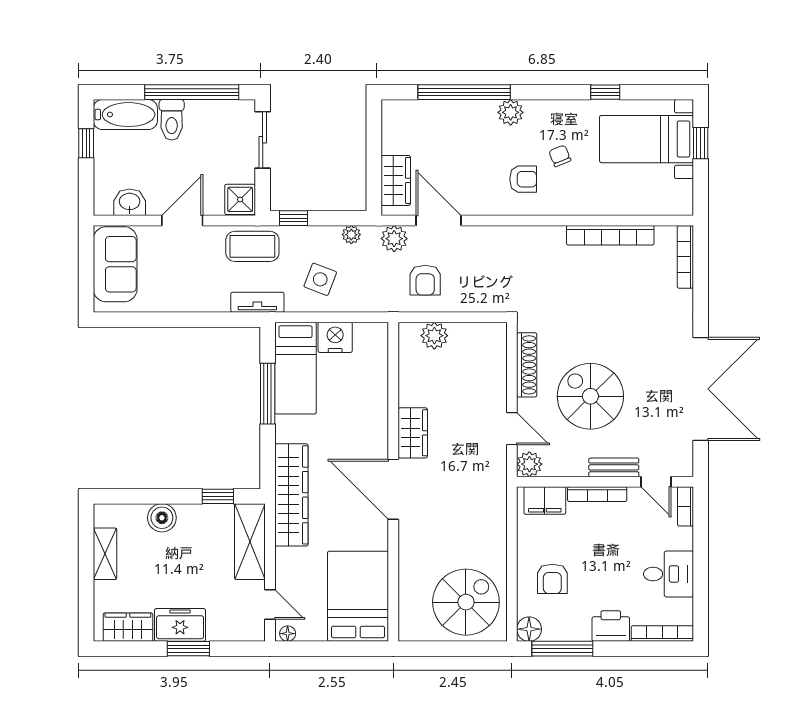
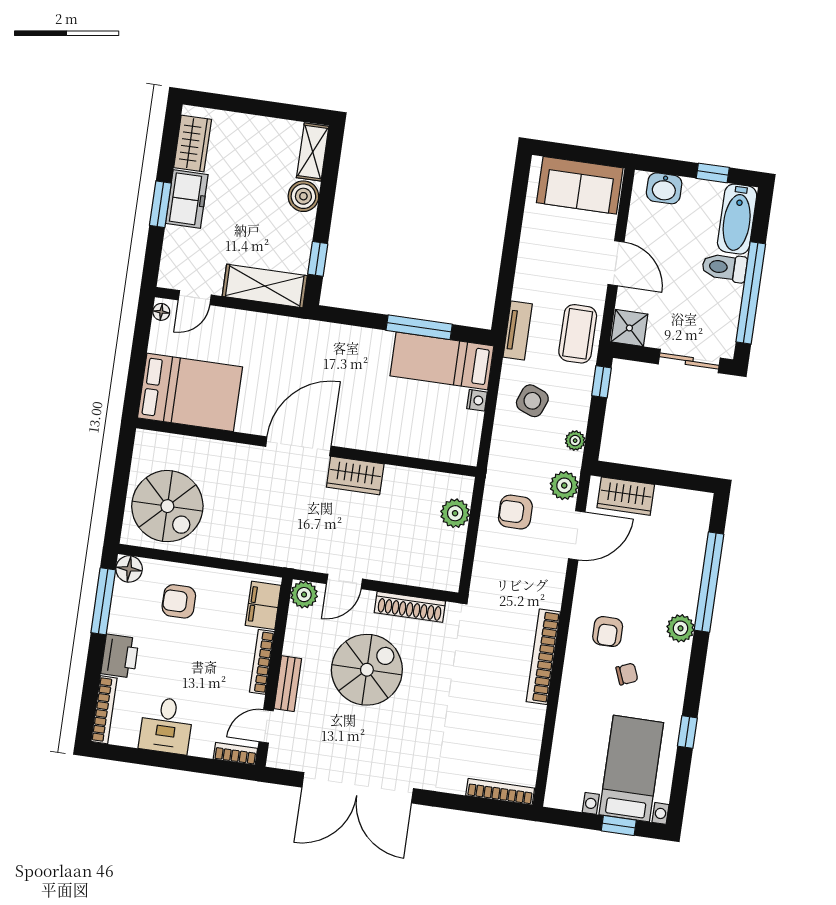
washbasin: (130, 202) -> (664, 188), moved, turned 90
bookcase: (610, 235) -> (543, 657), moved
nightstand: (335, 337) -> (477, 400), width x0.53, depth x0.56
wardrobe: (291, 495) -> (308, 337), removed
shelving: (105, 554) -> (313, 152), moved, turned 90

